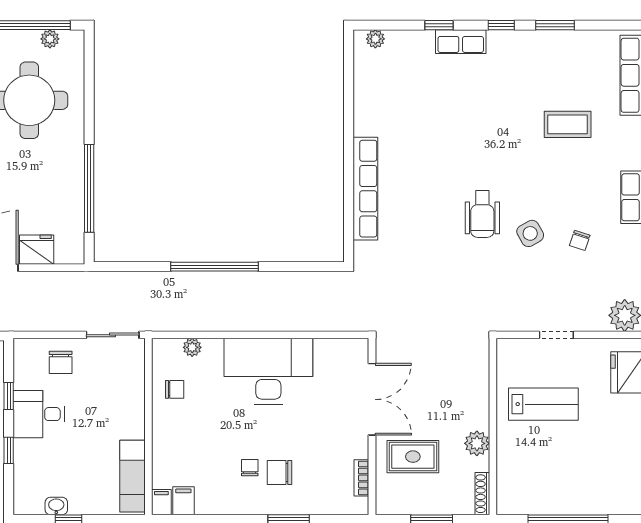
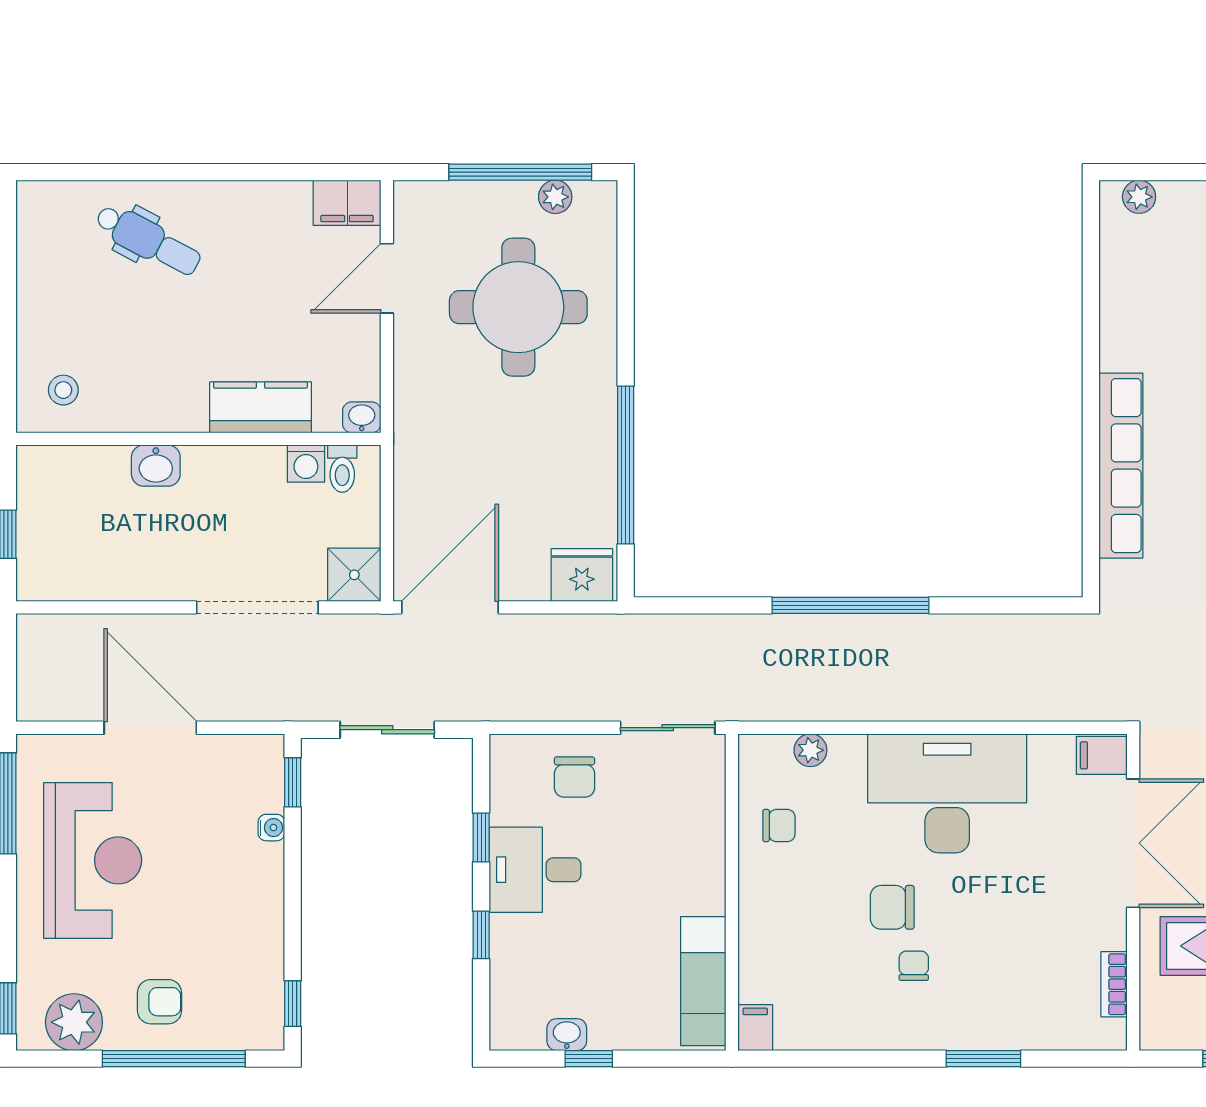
fridge: (37, 250) -> (582, 575), moved
chair: (280, 473) -> (892, 907), moved
filing cabinet: (183, 501) -> (1102, 755), moved, turned -90

